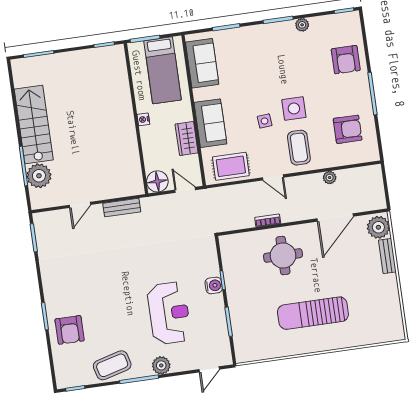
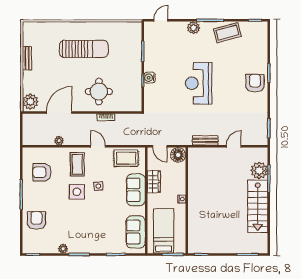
bench: (387, 256) -> (27, 58), moved
reception desk: (169, 313) -> (199, 83), moved
armchair: (70, 330) -> (255, 83), moved

